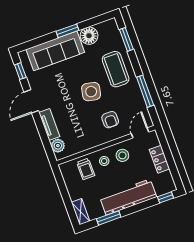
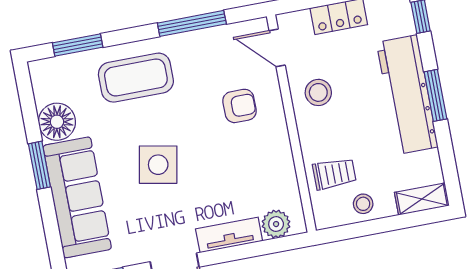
side table: (91, 92) -> (158, 165), moved
stool: (104, 161) -> (363, 204), moved
window: (109, 218) -> (435, 95), moved

